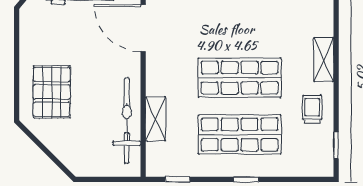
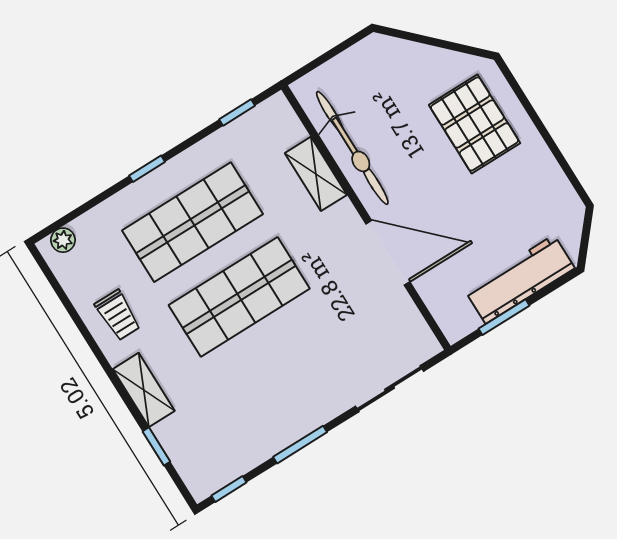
door: (143, 28) -> (388, 253), moved
window: (336, 145) -> (156, 446), moved
plant: (317, 169) -> (63, 240), added

